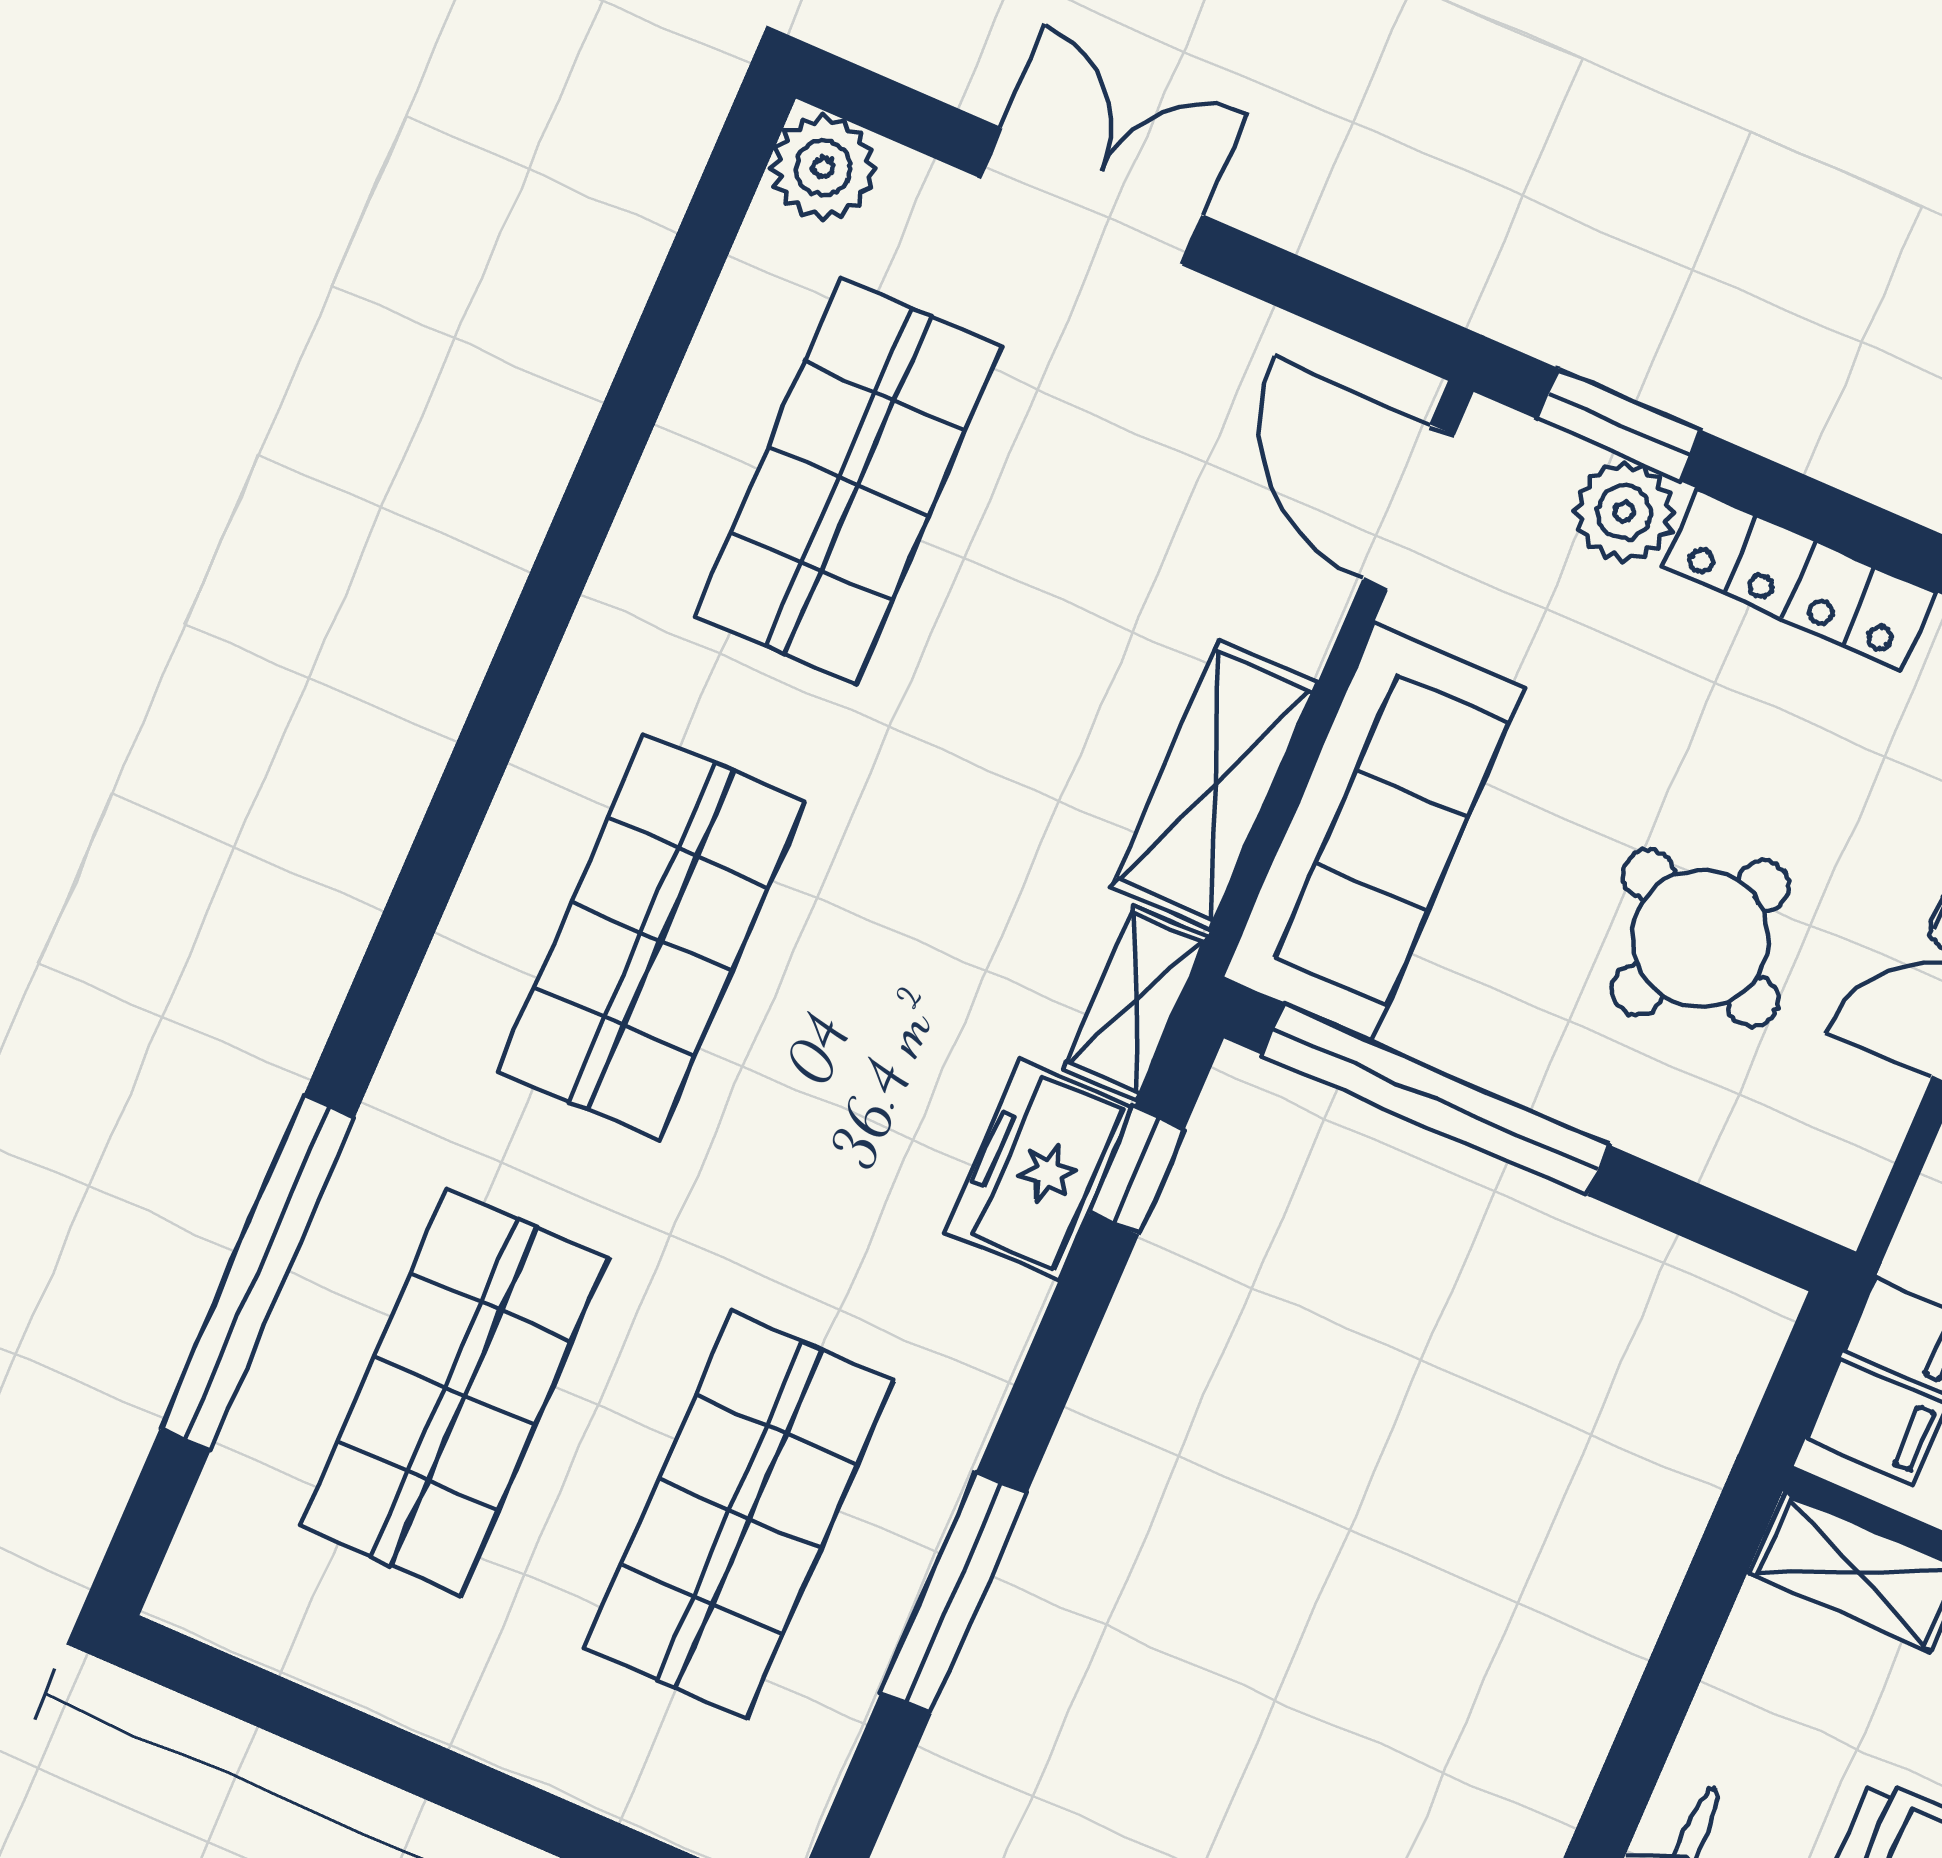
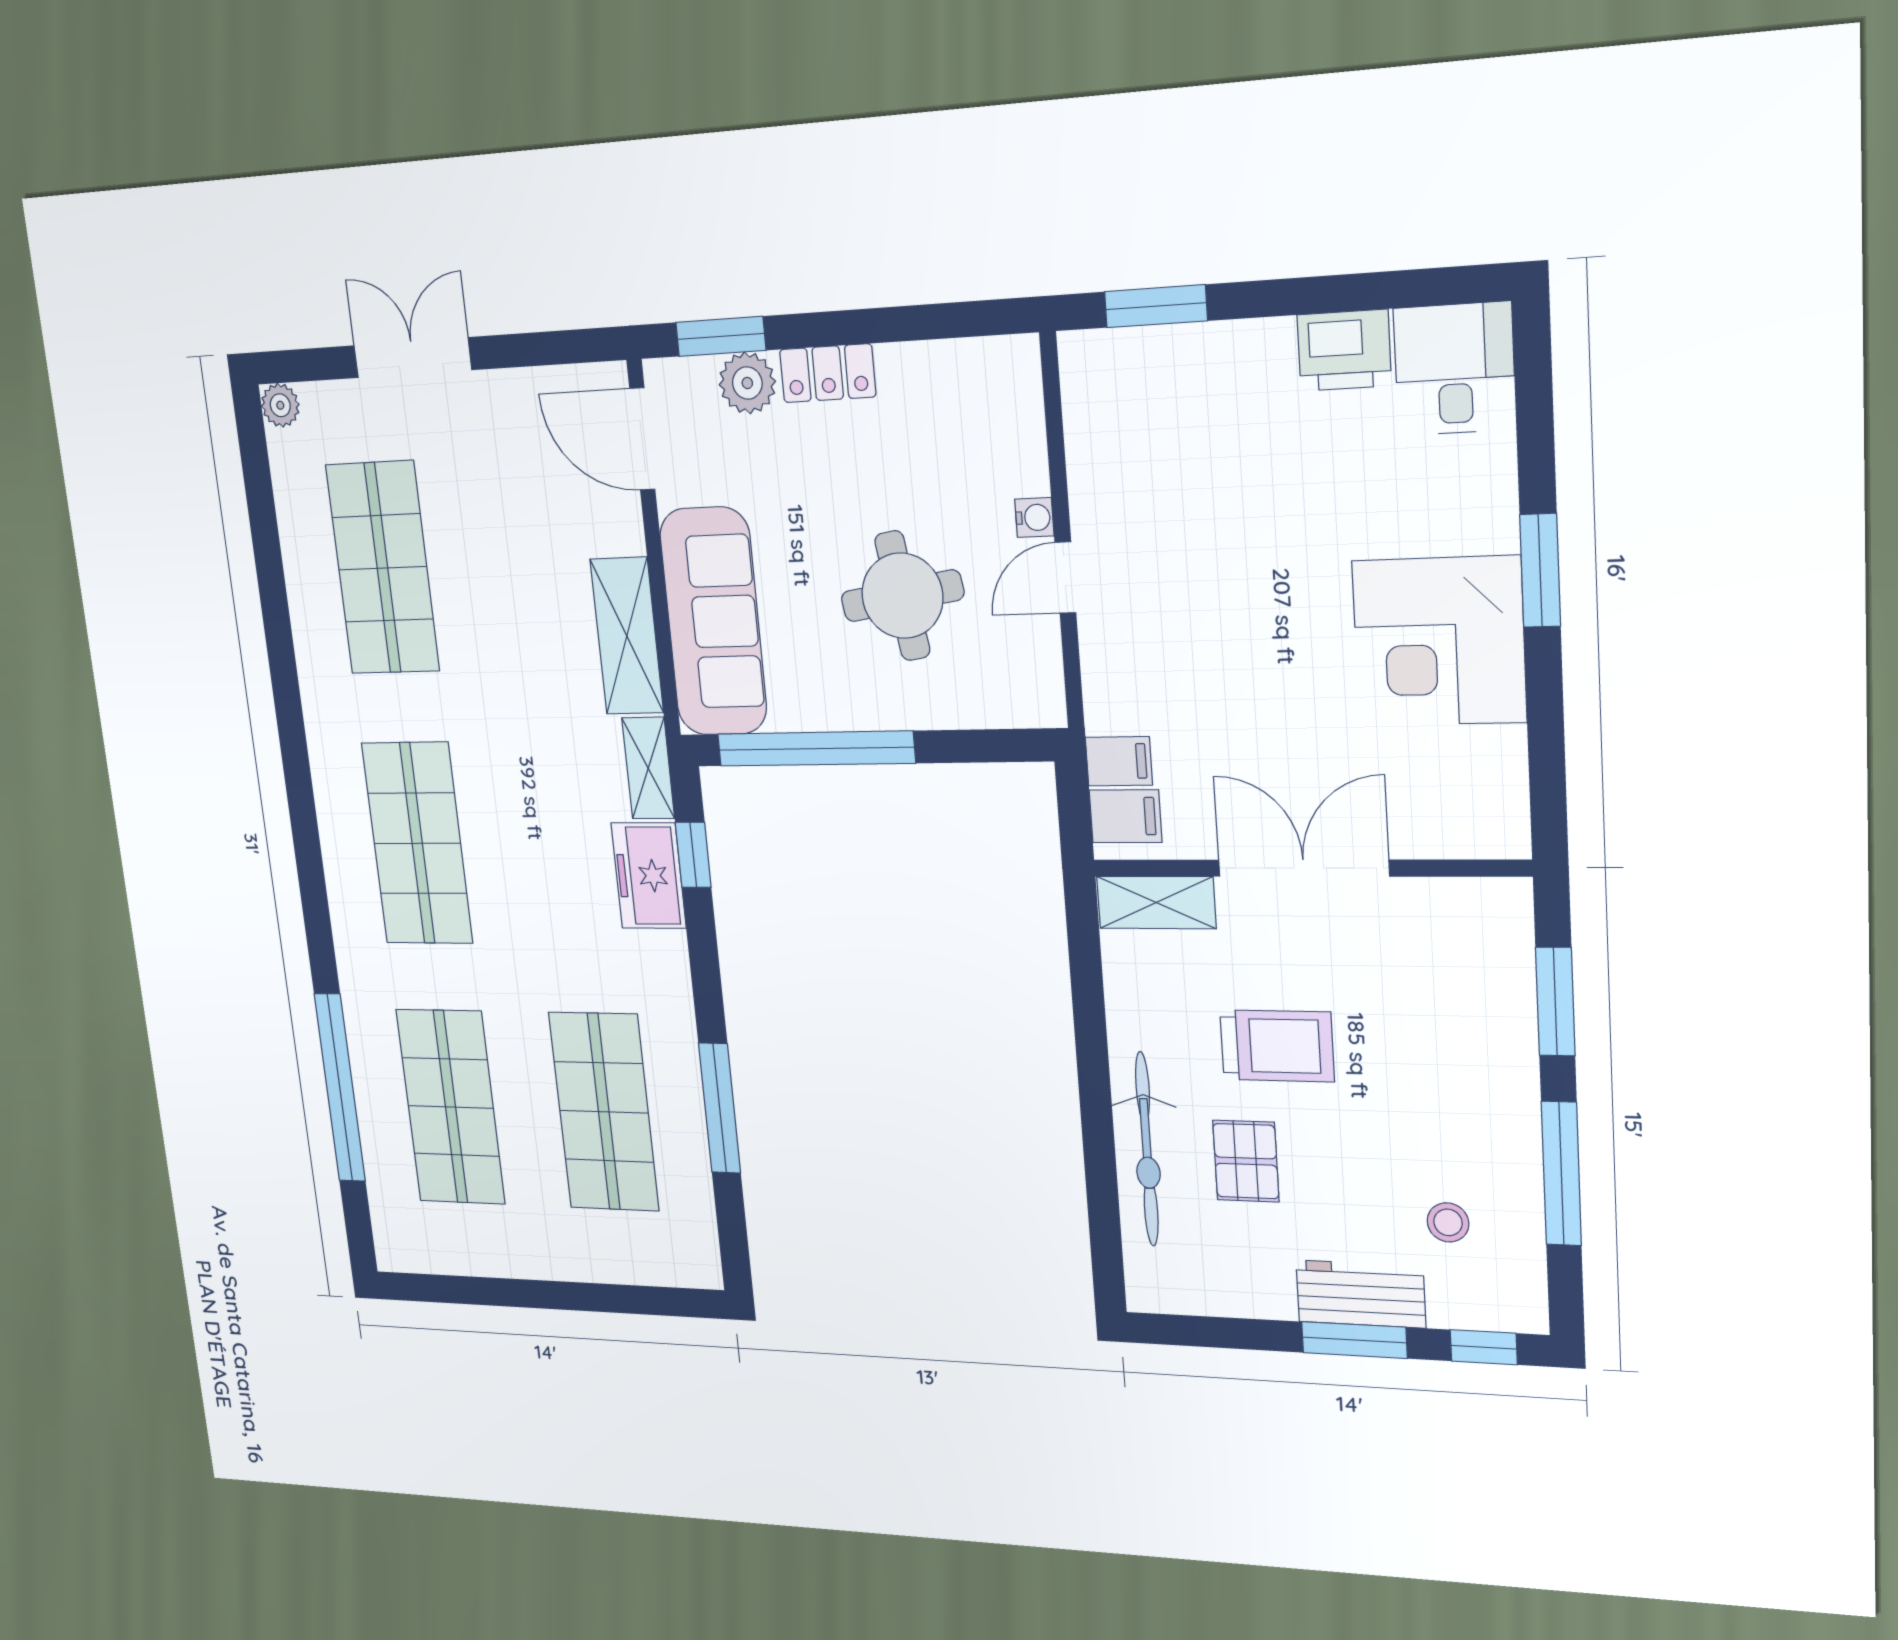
plant: (823, 167) -> (280, 405), width x0.73, depth x0.73
locker: (1799, 580) -> (828, 373), width x0.66
round table: (1700, 938) -> (902, 596), turned -36

